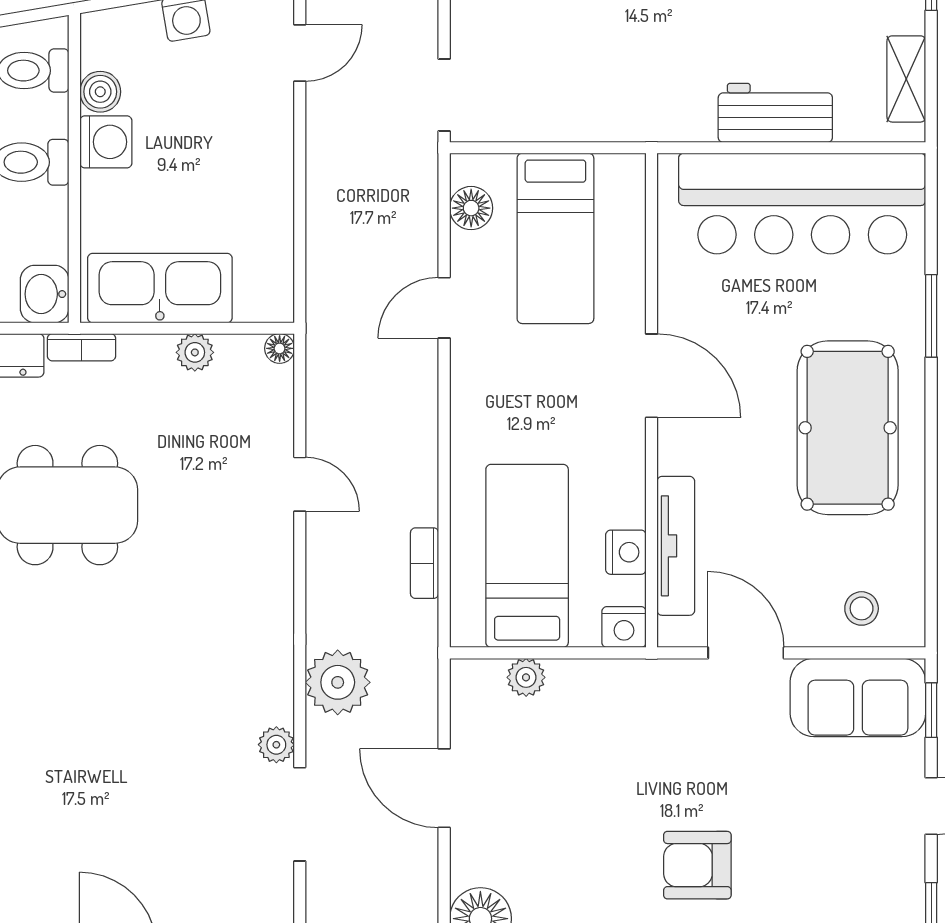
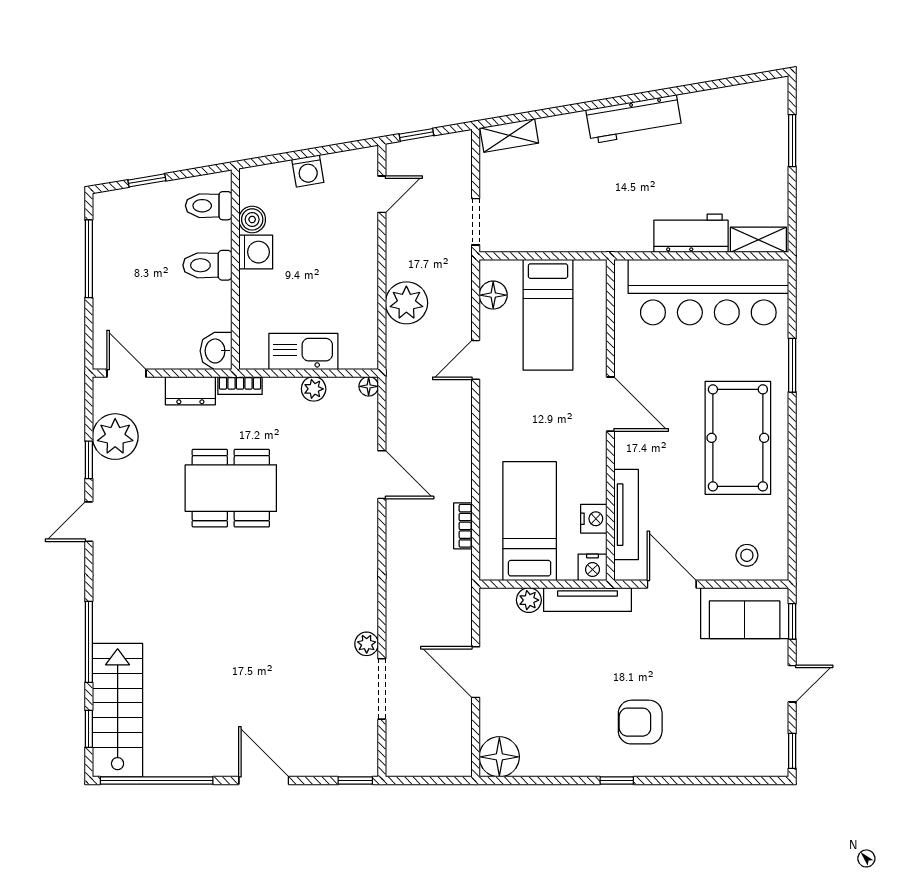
shelving: (906, 79) -> (758, 240), moved, turned 90
kitchen sink: (160, 288) -> (303, 351), width x0.73, depth x0.81
door: (300, 484) -> (382, 475), width x1.38
tv unit: (616, 677) -> (587, 600), added
plant: (338, 682) -> (406, 303), moved

